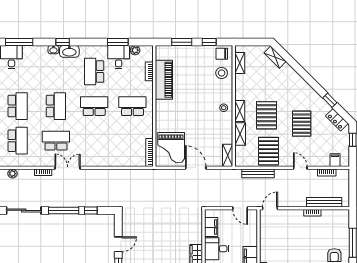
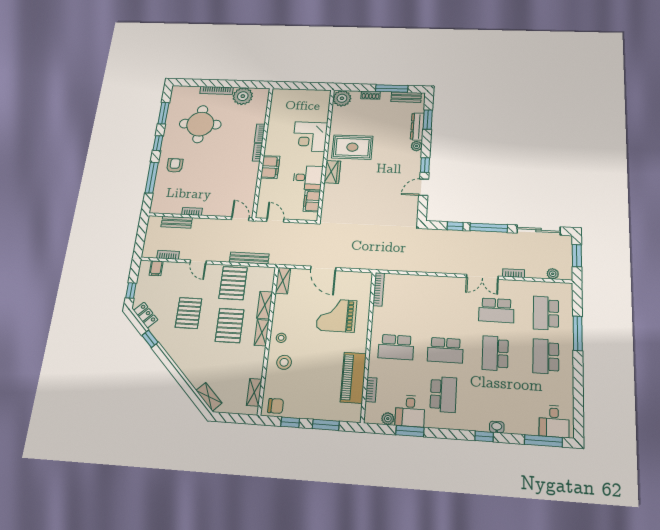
washbasin: (69, 51) -> (475, 423), removed
stool: (222, 73) -> (284, 362), moved
grand piano: (171, 148) -> (336, 315), moved, turned -90
bench: (324, 202) -> (177, 222), width x0.73
door: (270, 208) -> (240, 219), swing flipped

